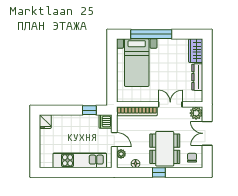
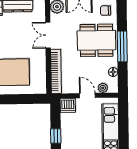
window: (89, 110) -> (56, 136), moved
door: (114, 140) -> (87, 96), hinge flipped
window: (159, 172) -> (122, 46), width x2.17

